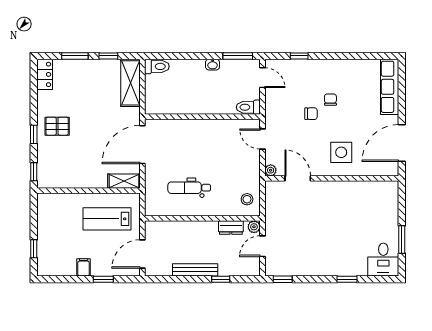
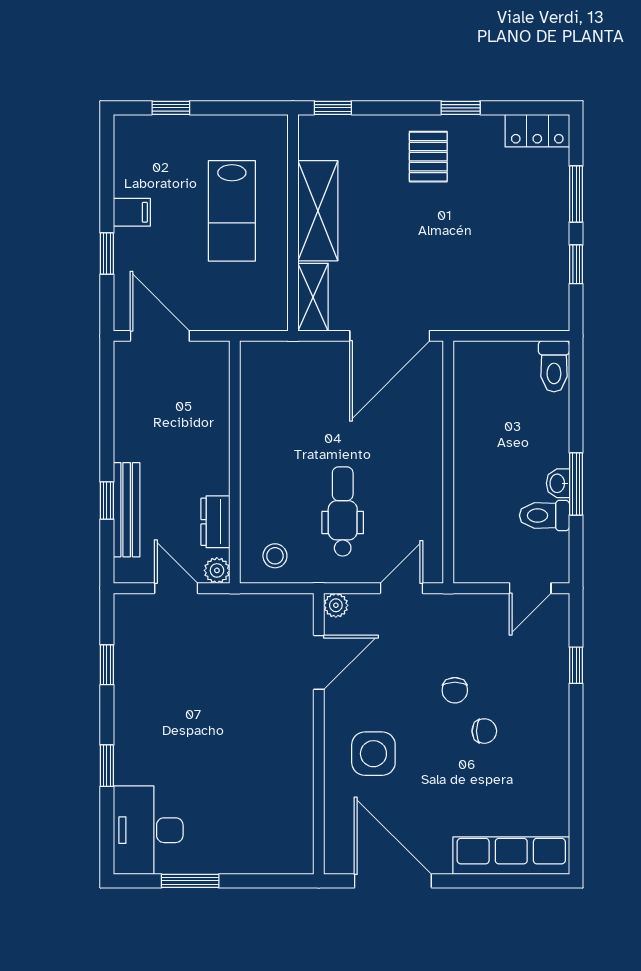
window: (238, 56) -> (576, 484), moved
shelving: (131, 83) -> (318, 211), moved, turned 90
toilet: (248, 107) -> (544, 515), moved, turned -90
window: (34, 134) -> (461, 108), moved
door: (142, 145) -> (390, 336), swing flipped
dental chair: (189, 188) -> (343, 511), moved
lab bench: (107, 219) -> (232, 211), moved, turned 180
desk: (383, 260) -> (148, 830), width x1.37
bench: (195, 270) -> (127, 510), moved
window: (283, 279) -> (107, 665), moved

